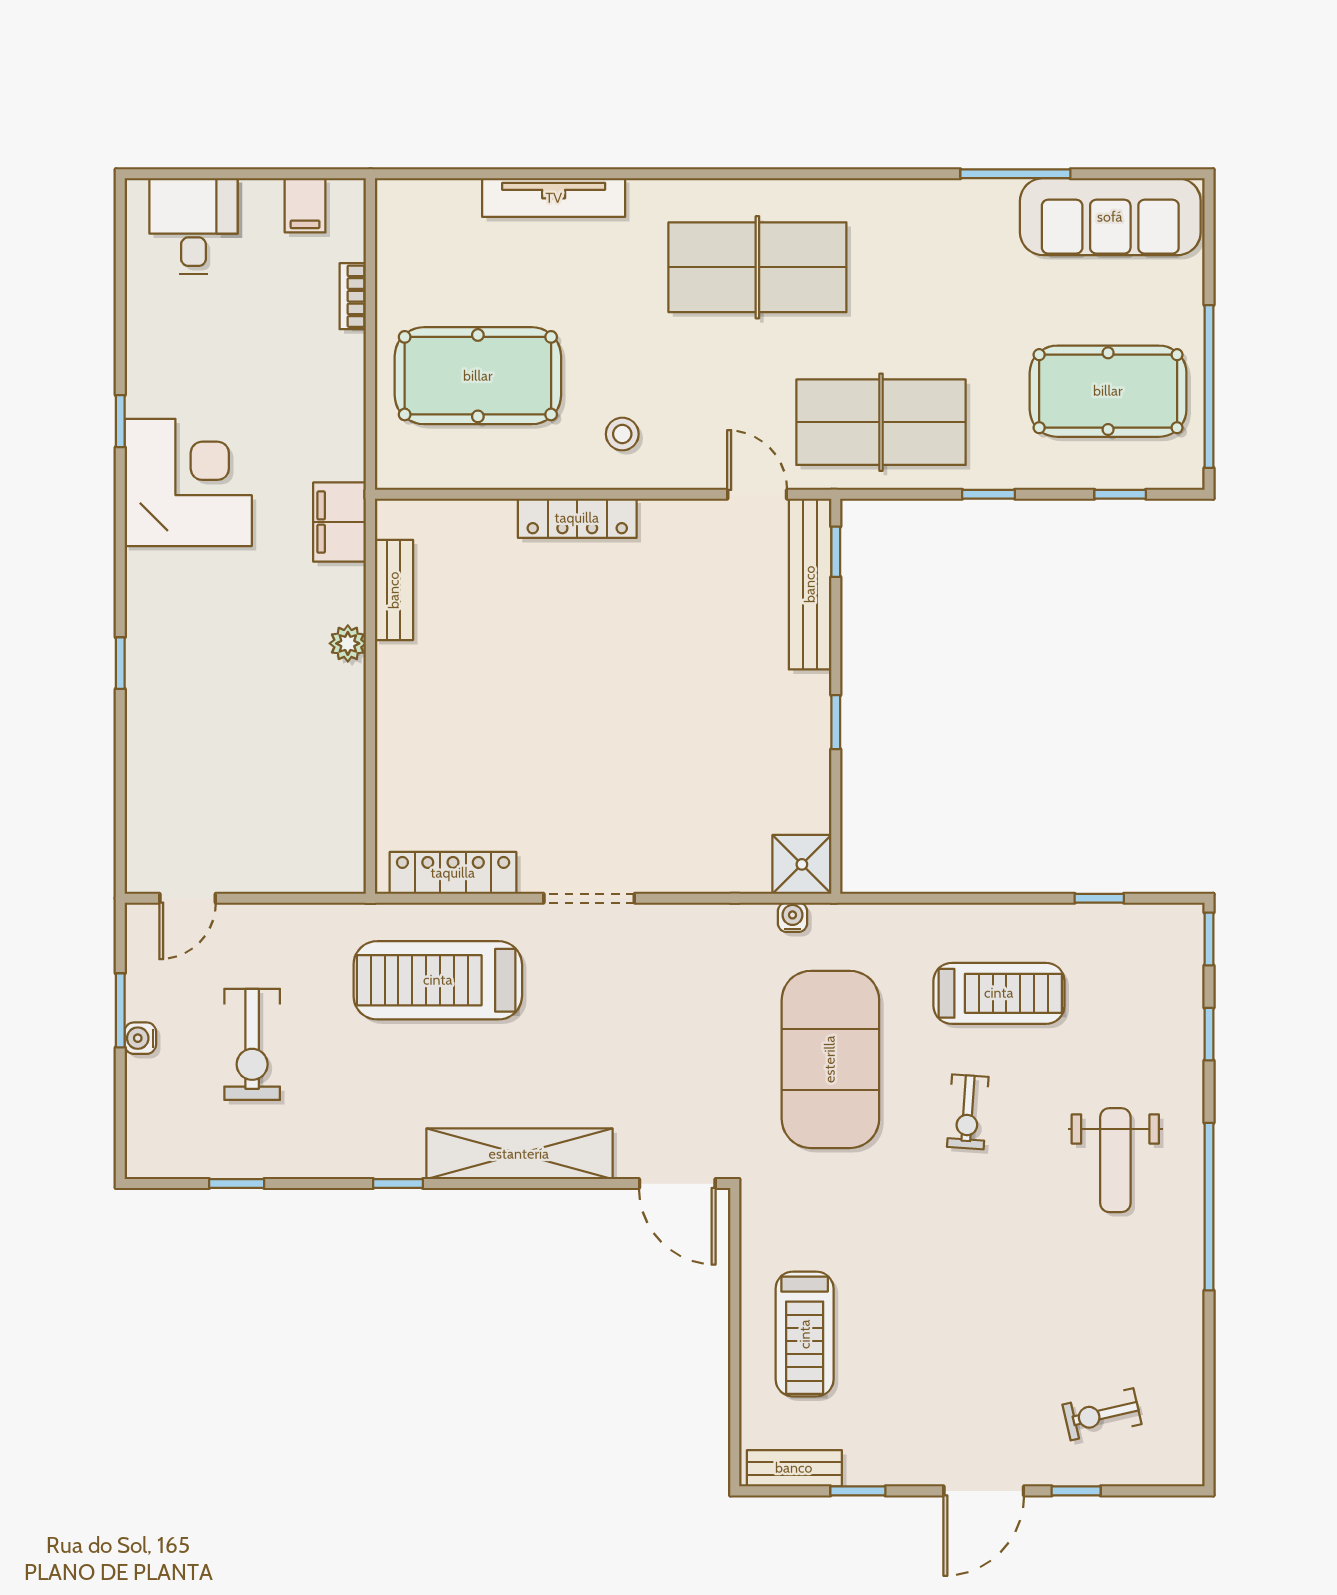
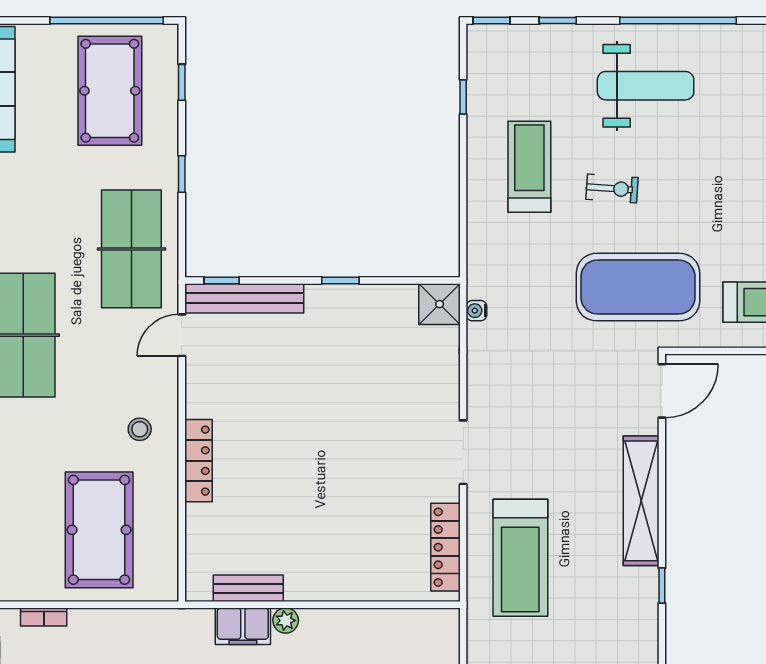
filing cabinet: (340, 522) -> (243, 626), moved
exercise mat: (830, 1059) -> (638, 287), moved
weight bench: (1115, 1160) -> (646, 86), width x1.36, depth x1.33

